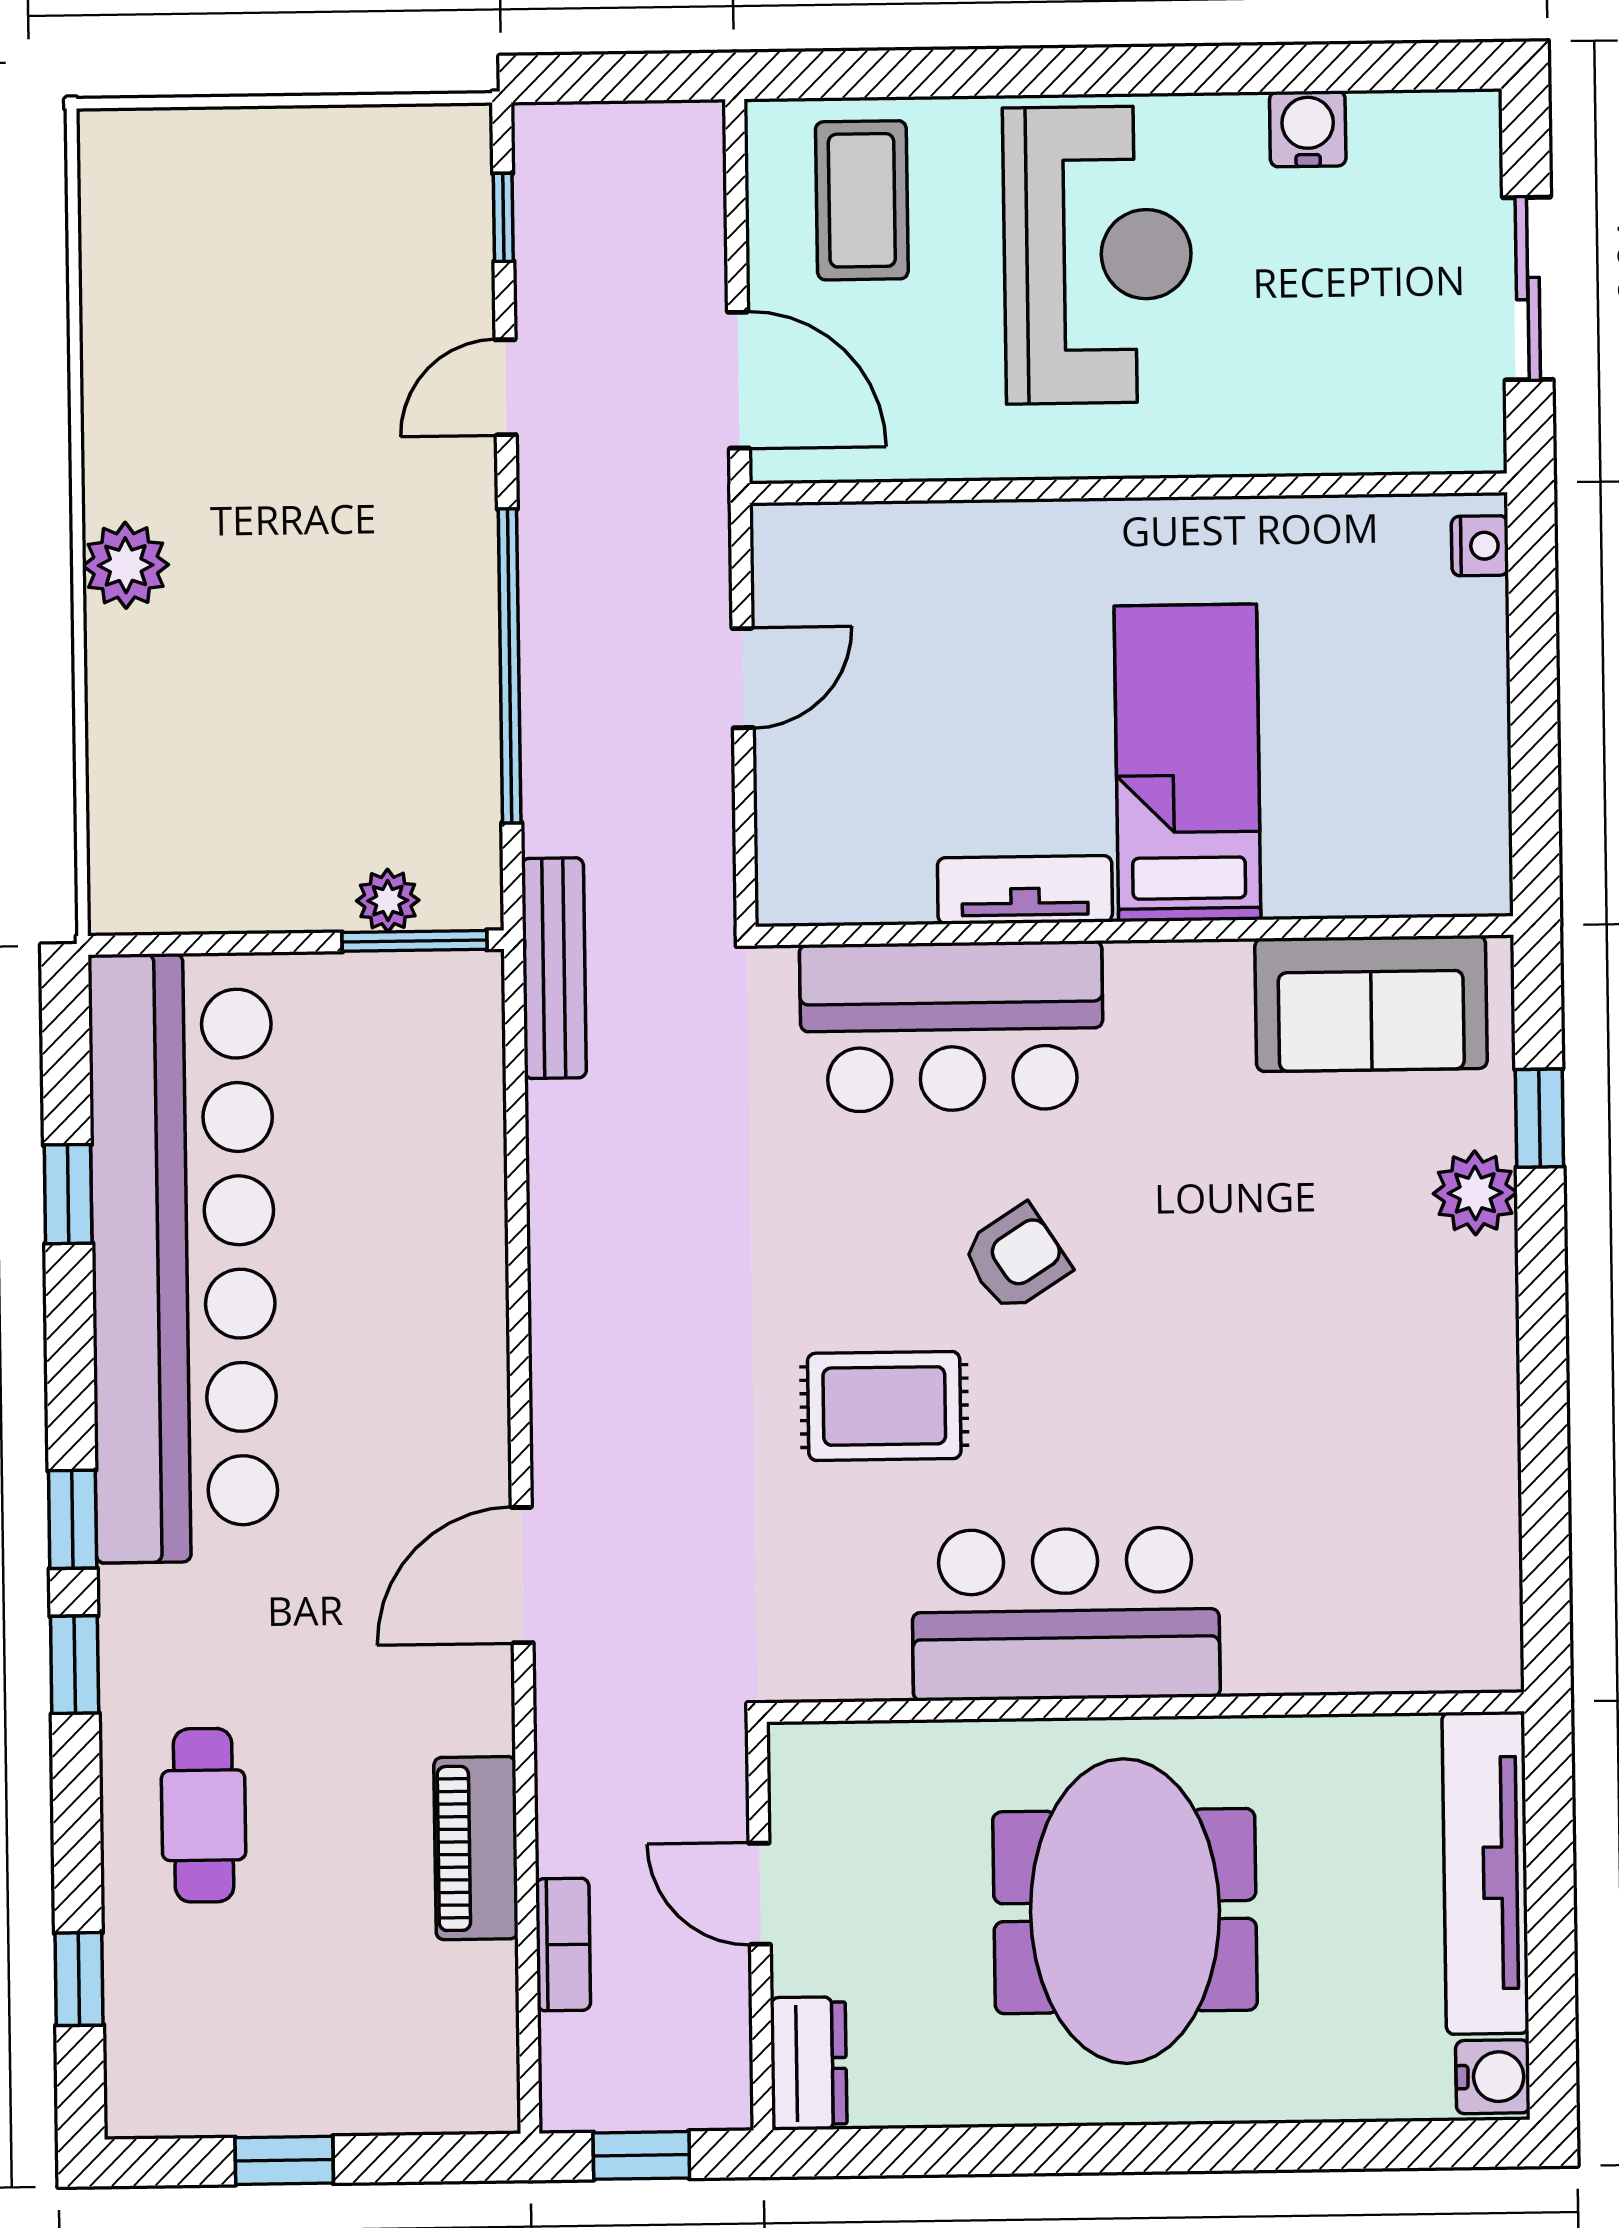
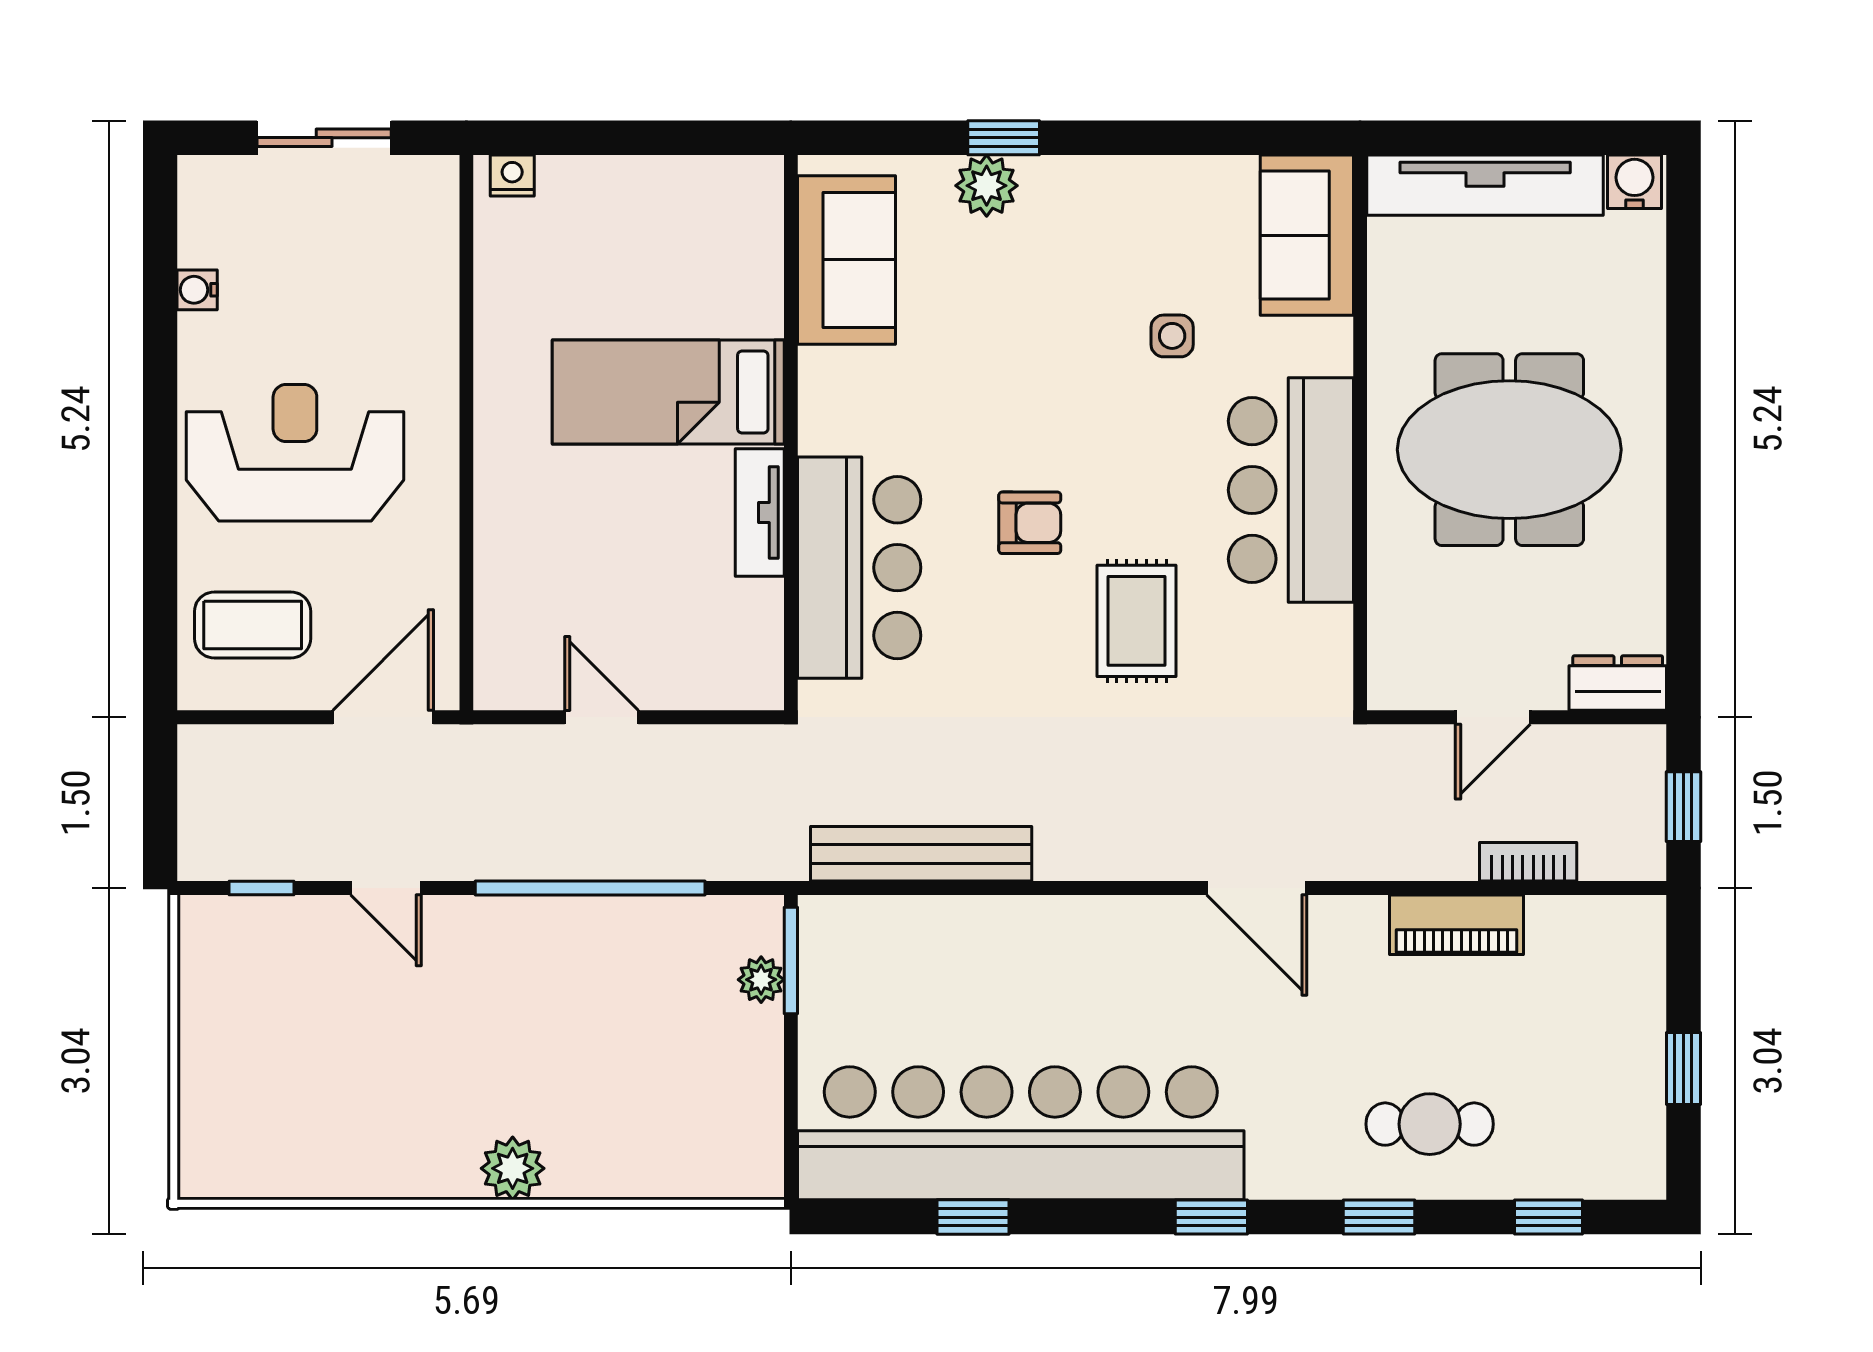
water cooler: (1308, 129) -> (197, 290), width x0.72, depth x0.72
bench: (554, 968) -> (921, 854), moved, width x1.37, depth x1.21
window: (1539, 1118) -> (1004, 138), moved
armchair: (1016, 1258) -> (1030, 523), turned 123
side table: (1274, 1449) -> (1172, 336), added
sofa: (1414, 1631) -> (1307, 235), added
window: (75, 1665) -> (1379, 1217), moved

